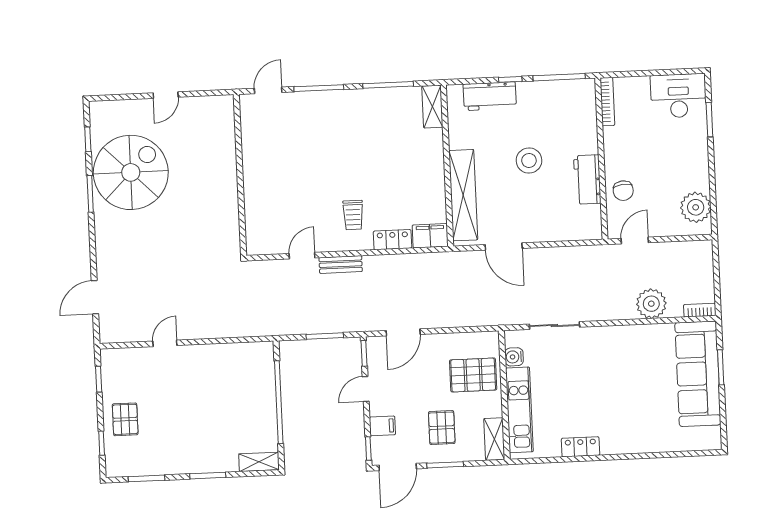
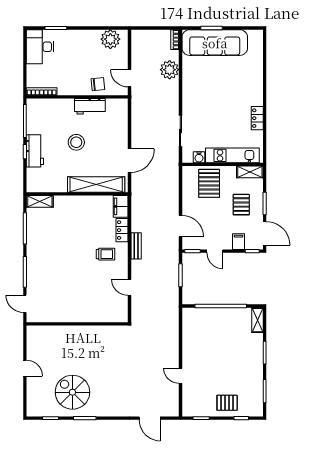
workbench: (490, 96) -> (35, 151), moved
spiral stairs: (131, 172) -> (72, 392), width x0.73, depth x0.73
bench: (341, 264) -> (136, 246), moved
pallet: (442, 428) -> (241, 205), turned 90

